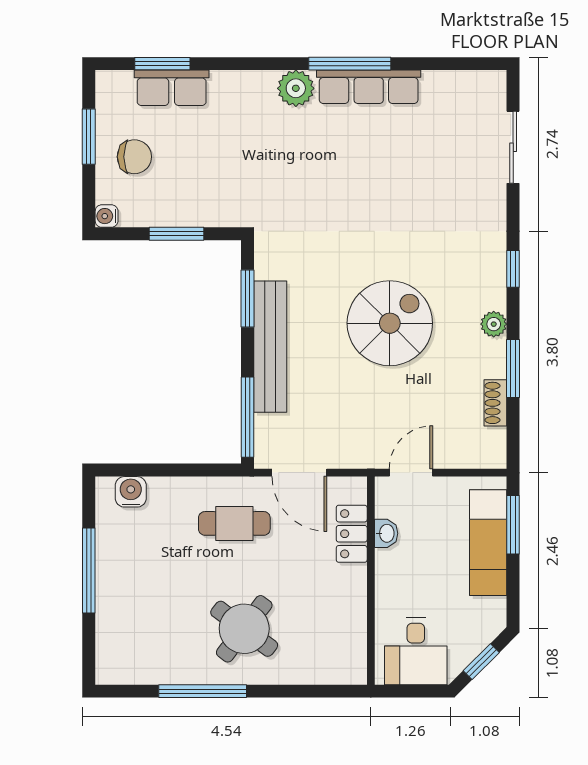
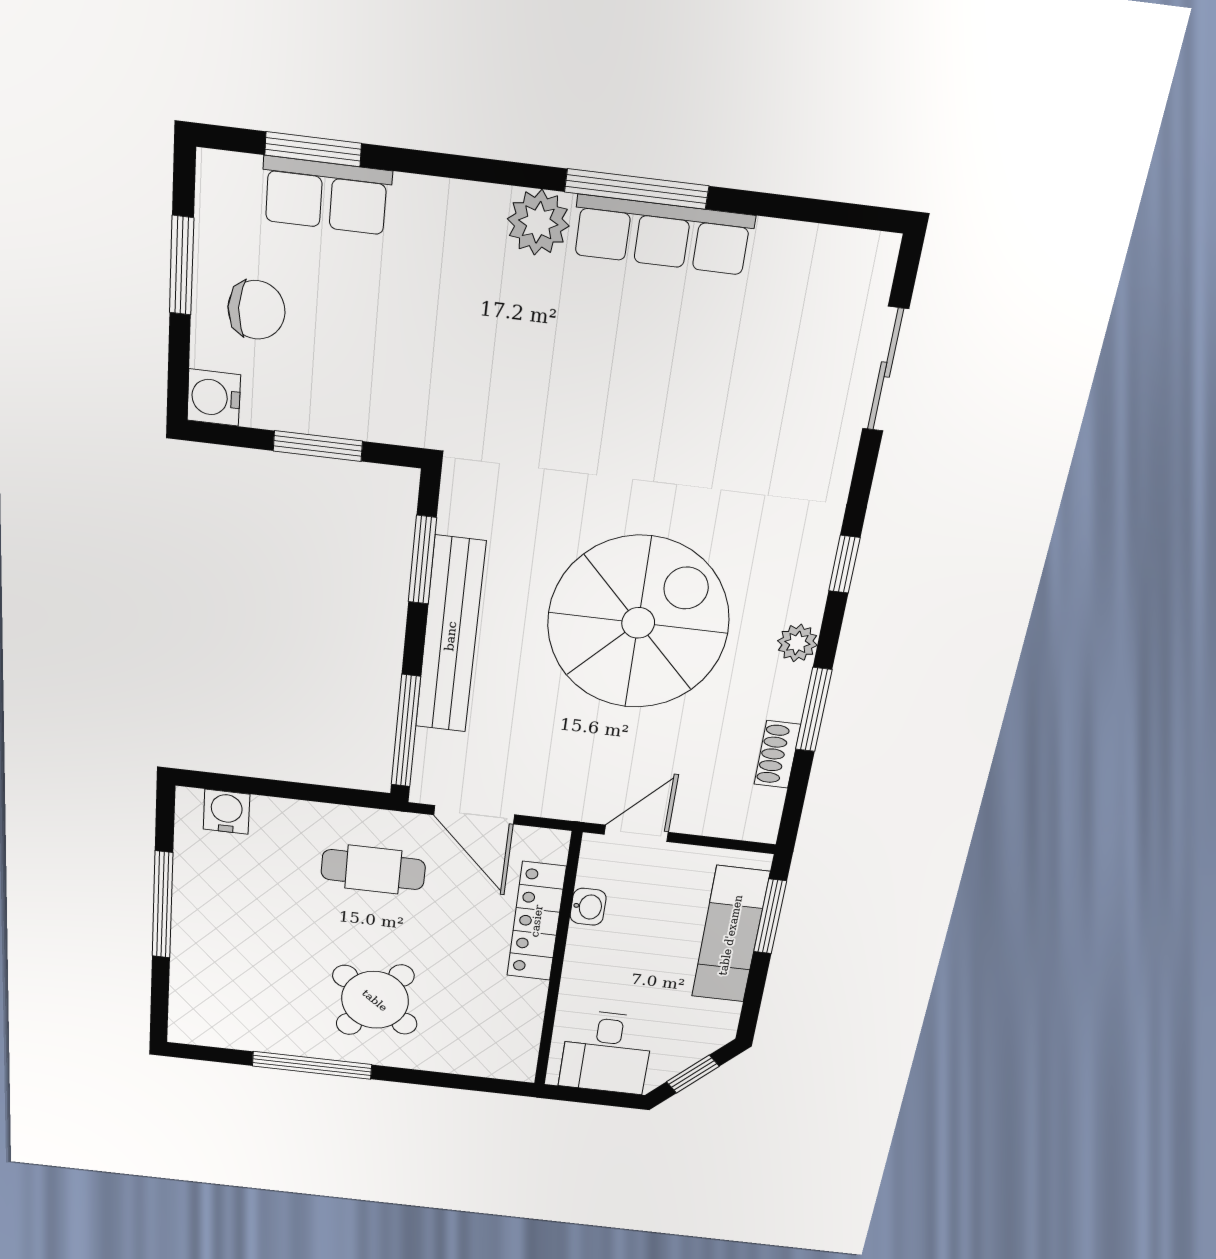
water cooler: (107, 216) -> (214, 397), width x1.38, depth x1.38
spiral stairs: (390, 323) -> (638, 623), width x1.37, depth x1.37
locker: (352, 534) -> (536, 921), width x1.53

